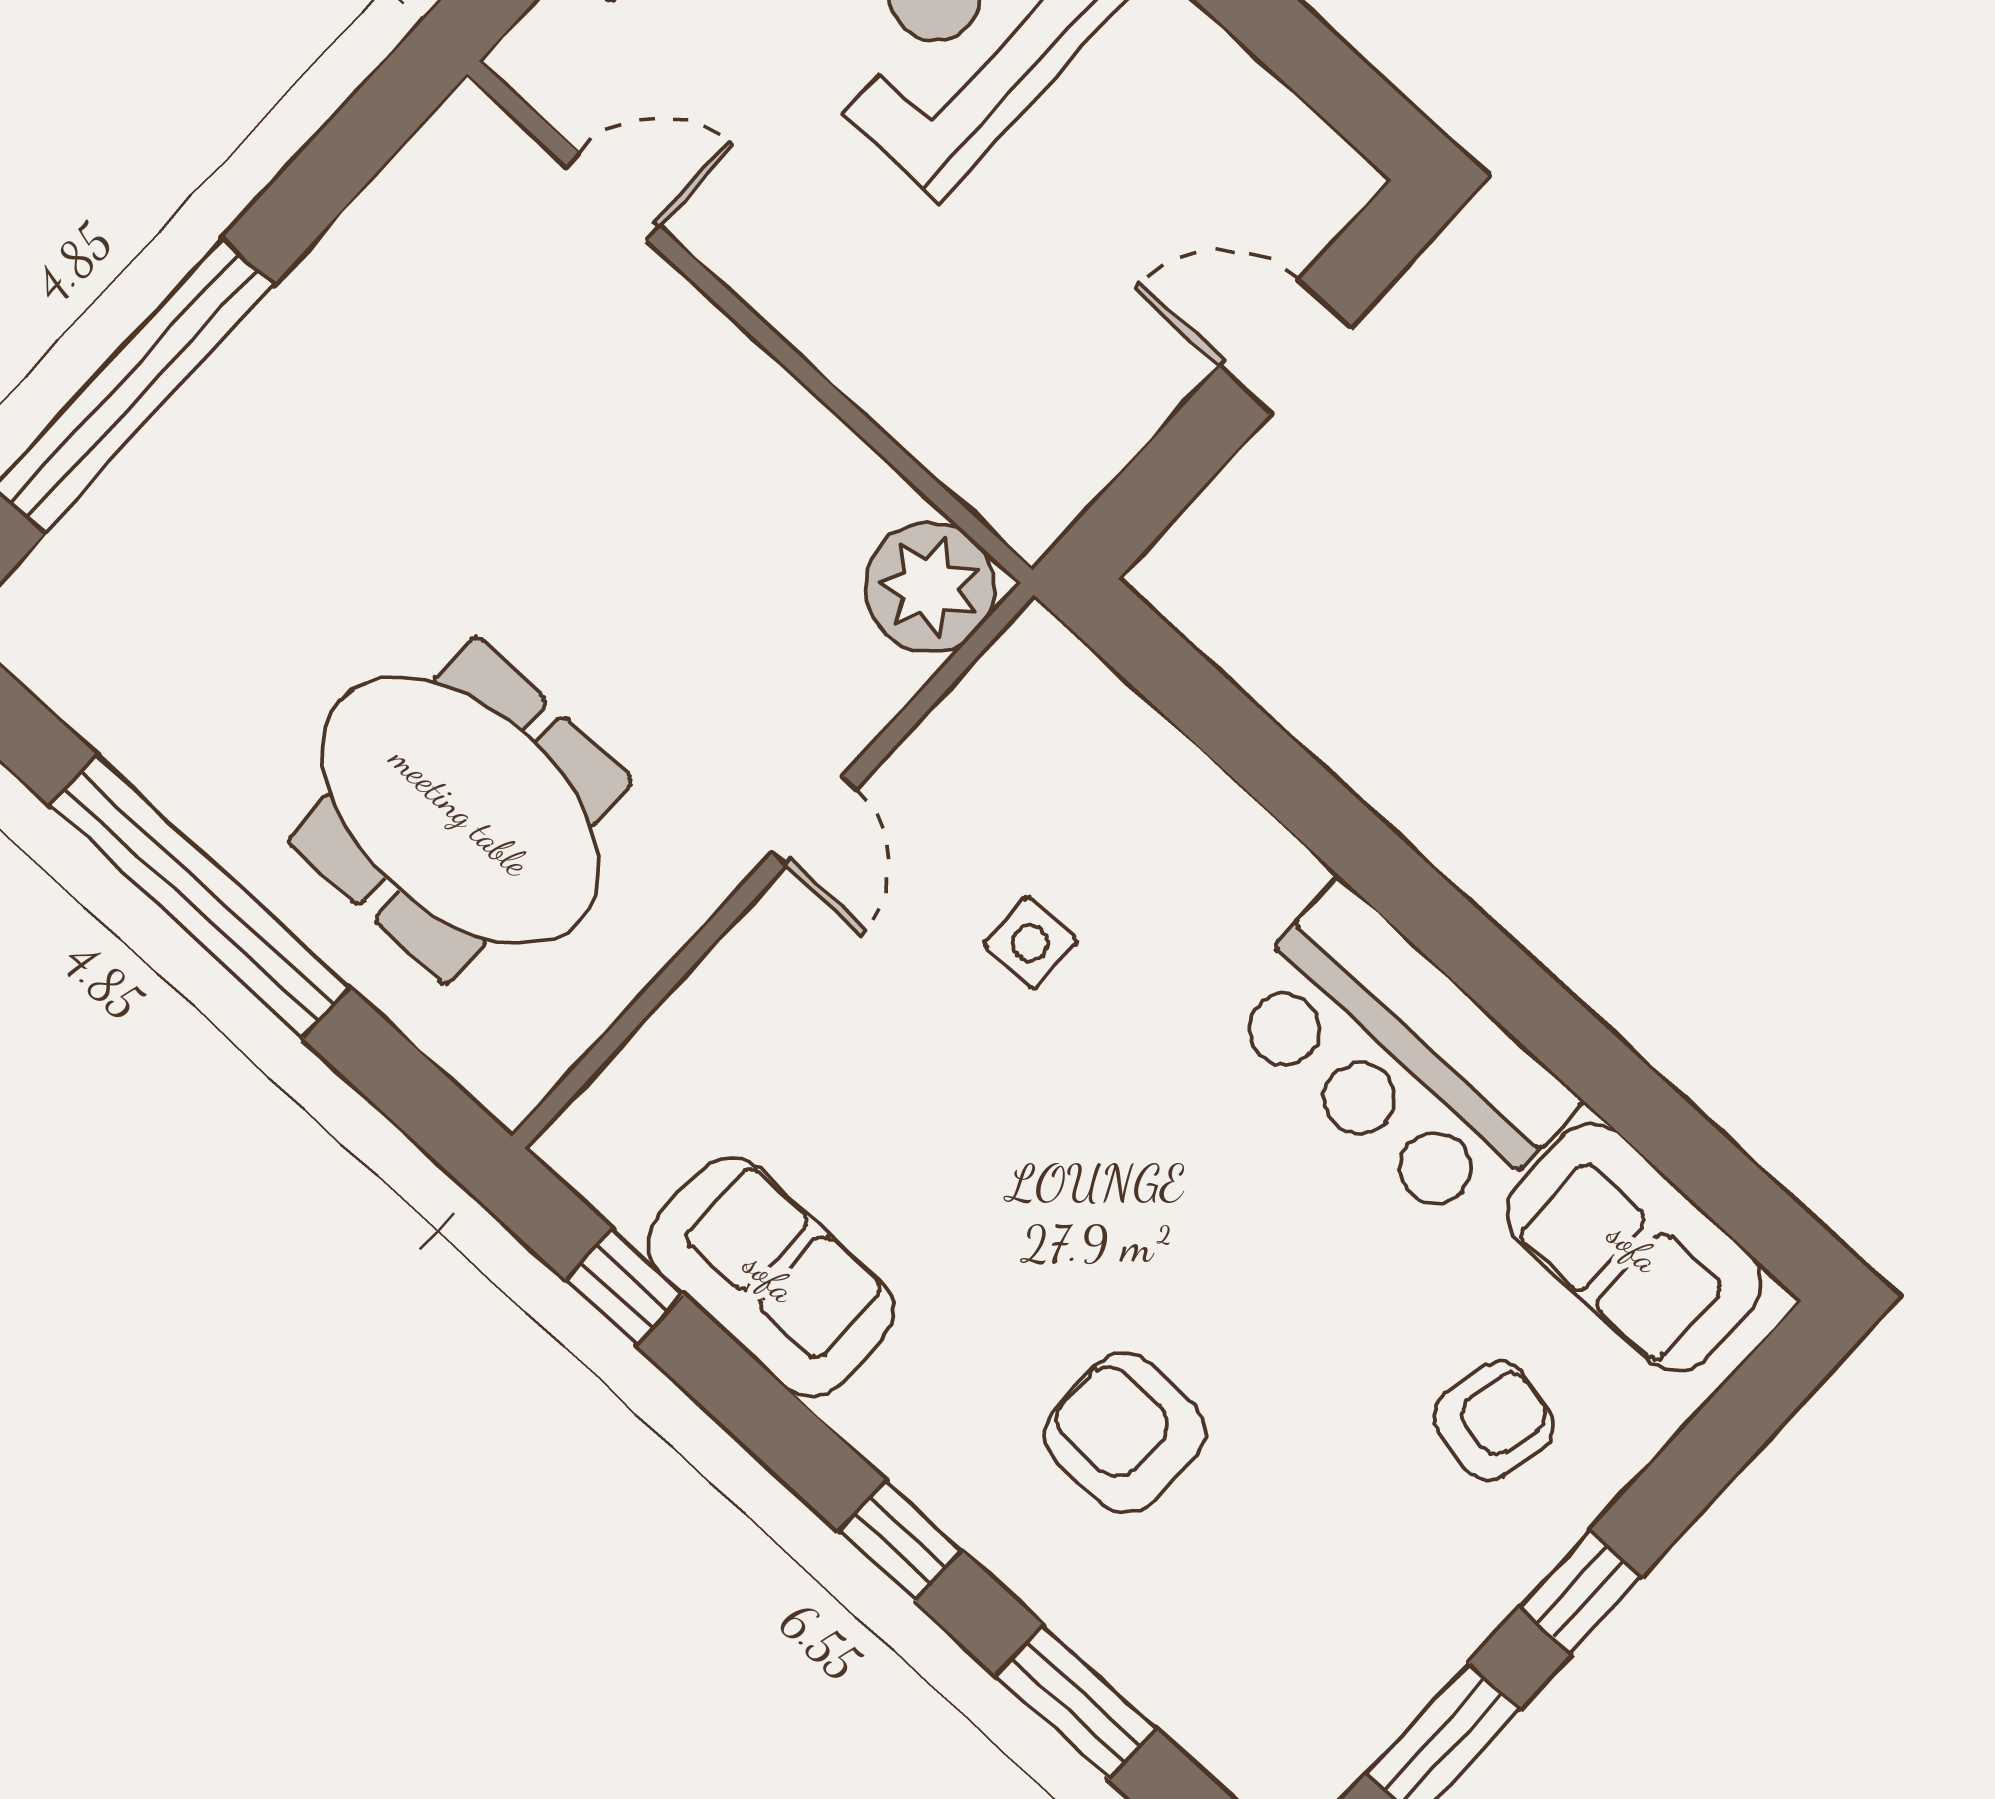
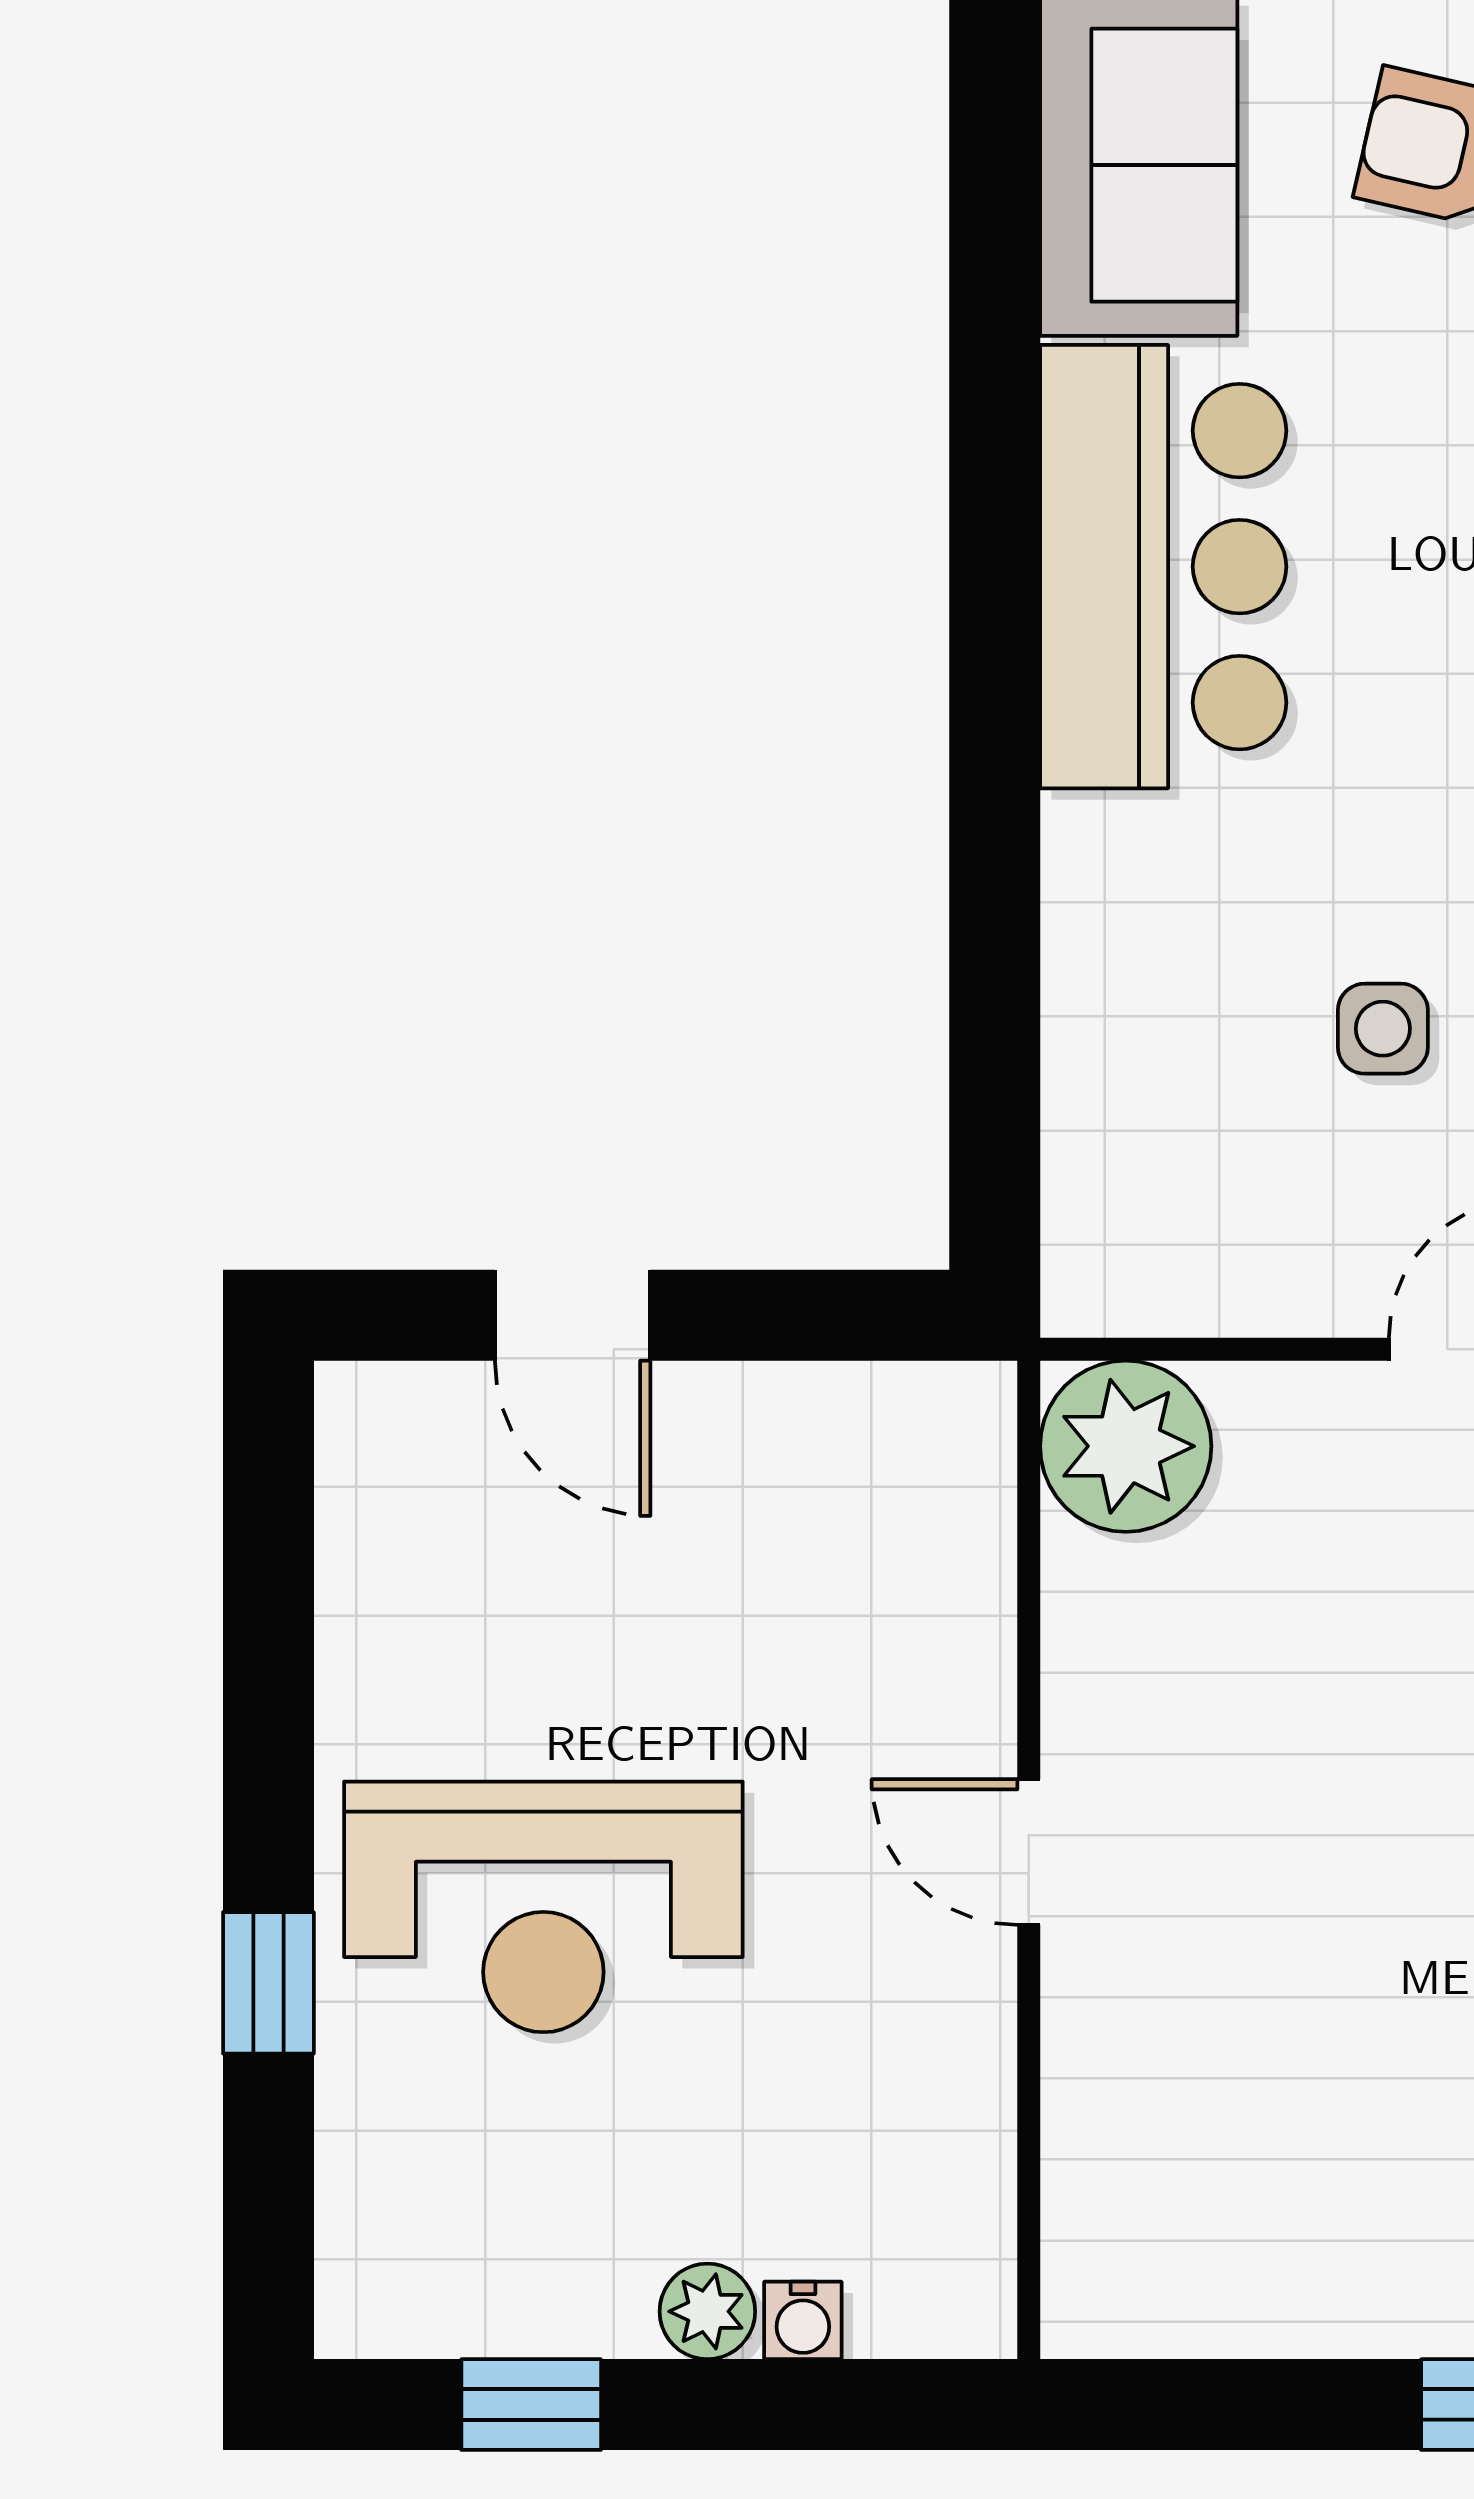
door: (613, 196) -> (1029, 1852), moved

